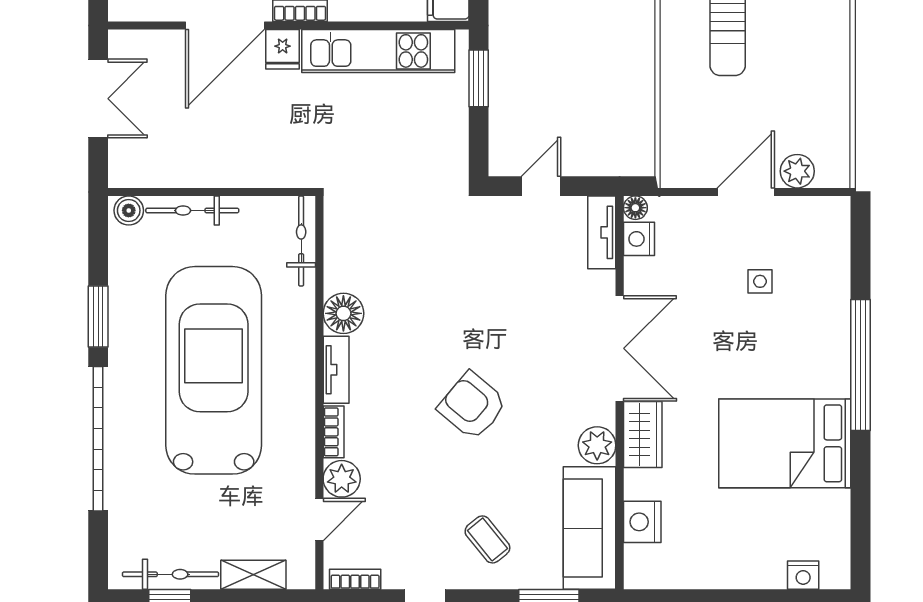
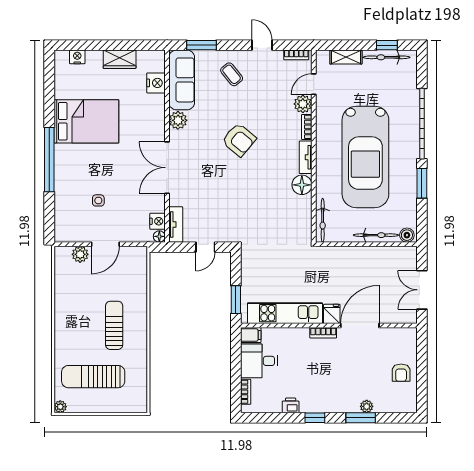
wardrobe: (643, 434) -> (120, 59), moved, turned -90

